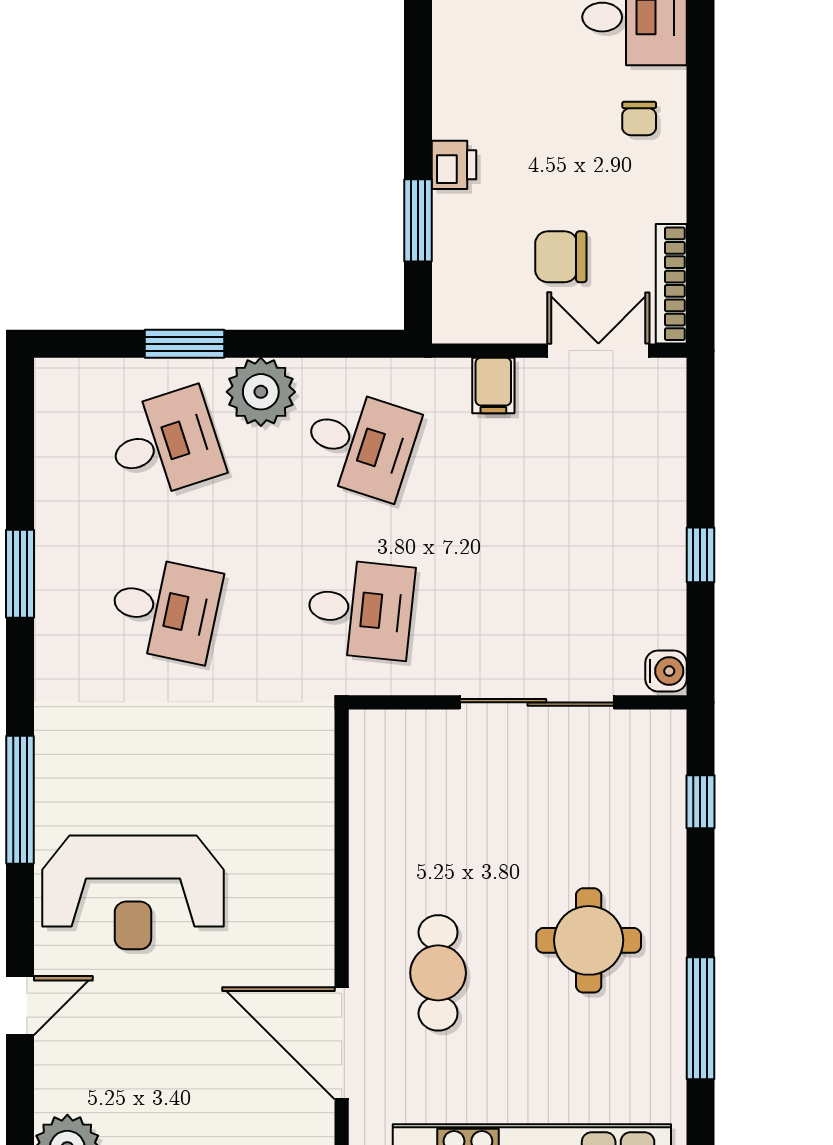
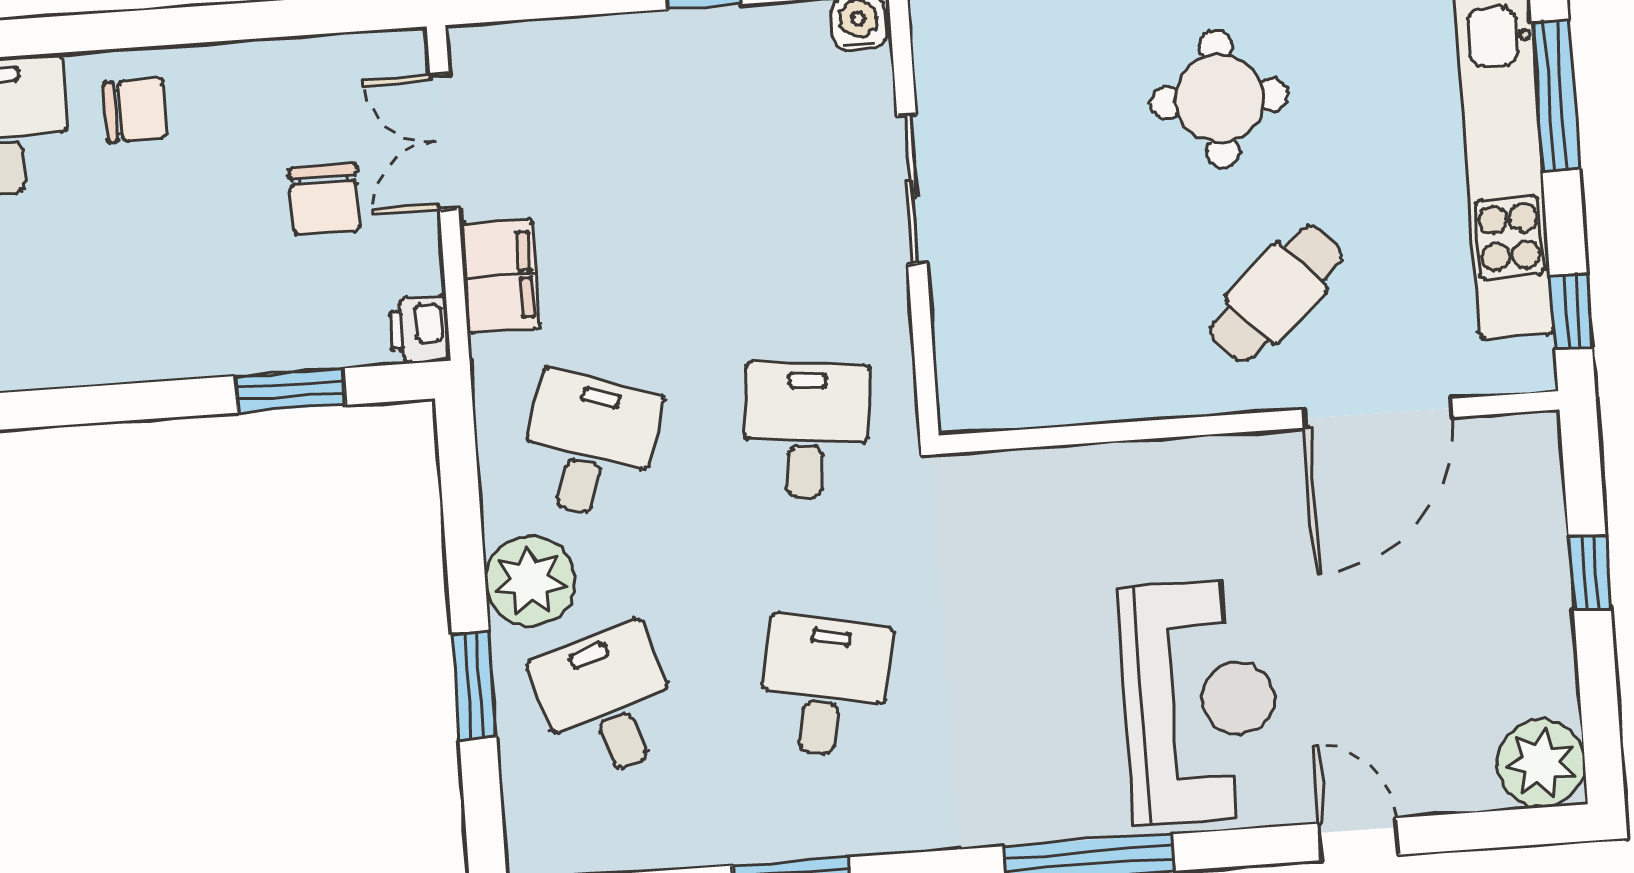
chair: (639, 118) -> (136, 110), width x1.37, depth x1.37
printer: (454, 165) -> (419, 329), moved, turned -90
bookcase: (671, 284) -> (350, 52), removed
filing cabinet: (493, 386) -> (500, 276), width x2.00
sliding door: (537, 702) -> (912, 189), width x0.73
cafe table: (438, 973) -> (1276, 293), turned -43

